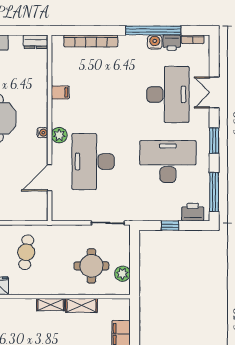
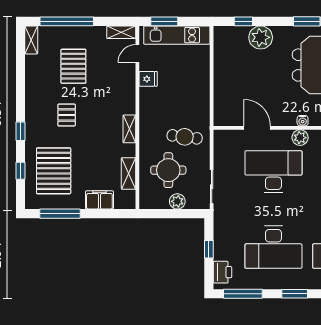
desk: (168, 162) -> (273, 247), turned 90
cafe table: (26, 252) -> (185, 137), moved
plant: (122, 274) -> (177, 201), moved
shelving: (81, 305) -> (129, 173), moved

